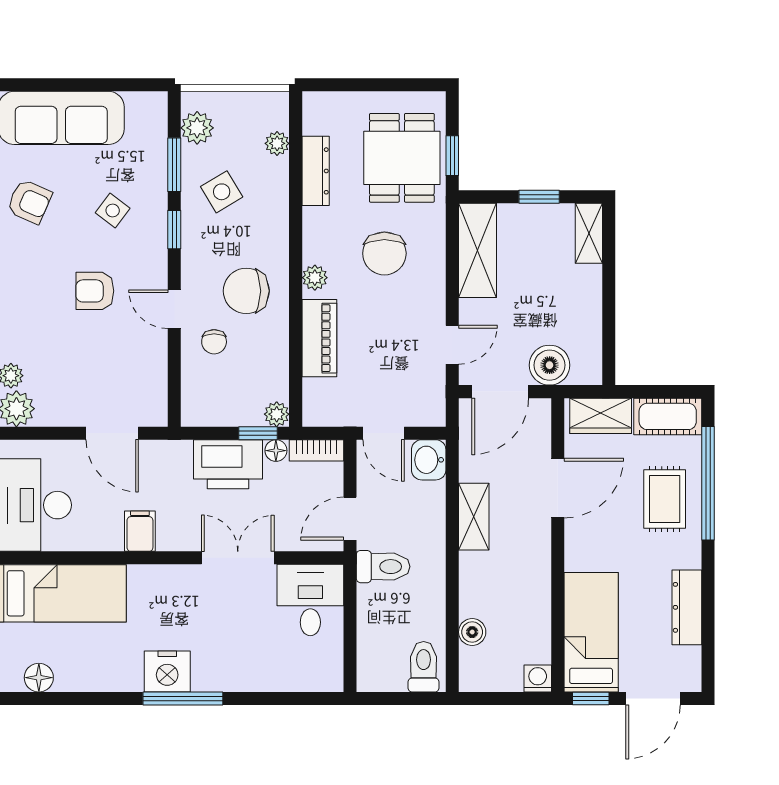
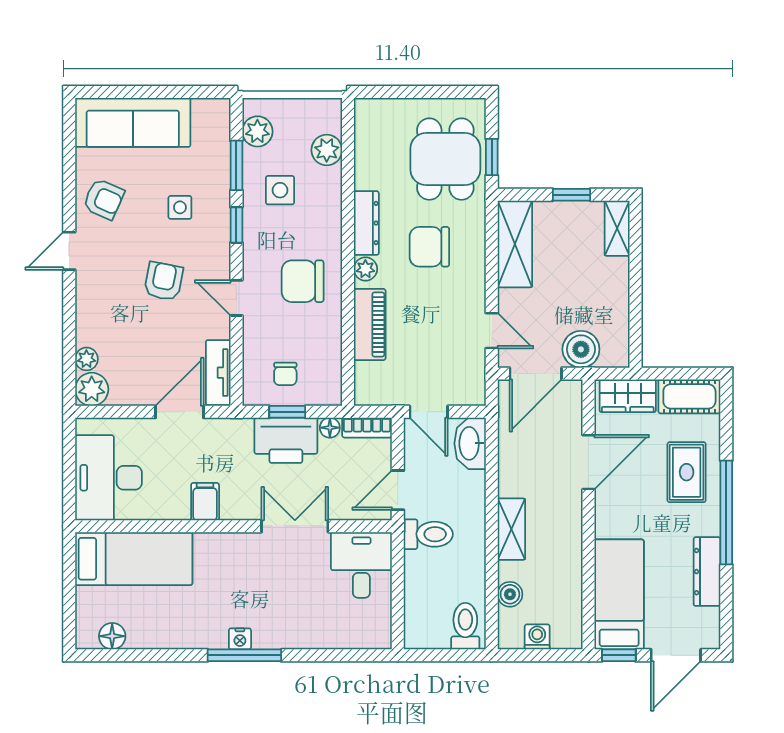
plant: (277, 143) -> (327, 150), width x1.38, depth x1.38
dresser: (316, 171) -> (366, 223), moved
side table: (222, 192) -> (280, 190), turned 31
side table: (113, 211) -> (180, 207), turned -37
chair: (384, 253) -> (429, 247), turned 90
armchair: (95, 291) -> (164, 281), turned 101
chair: (214, 342) -> (285, 374), moved
door: (452, 345) -> (492, 331), hinge flipped
tv unit: (154, 390) -> (218, 373), added
plant: (277, 414) -> (331, 394), removed
door: (112, 433) -> (180, 412), swing flipped
window: (258, 433) -> (287, 412), moved
washbasin: (429, 460) -> (470, 443), width x1.38
window: (708, 483) -> (726, 513), moved
shelving: (474, 517) -> (511, 529), moved
nightstand: (167, 672) -> (240, 639), width x0.53, depth x0.56
washing machine: (538, 678) -> (537, 637), moved

